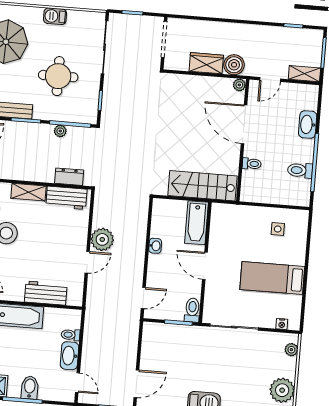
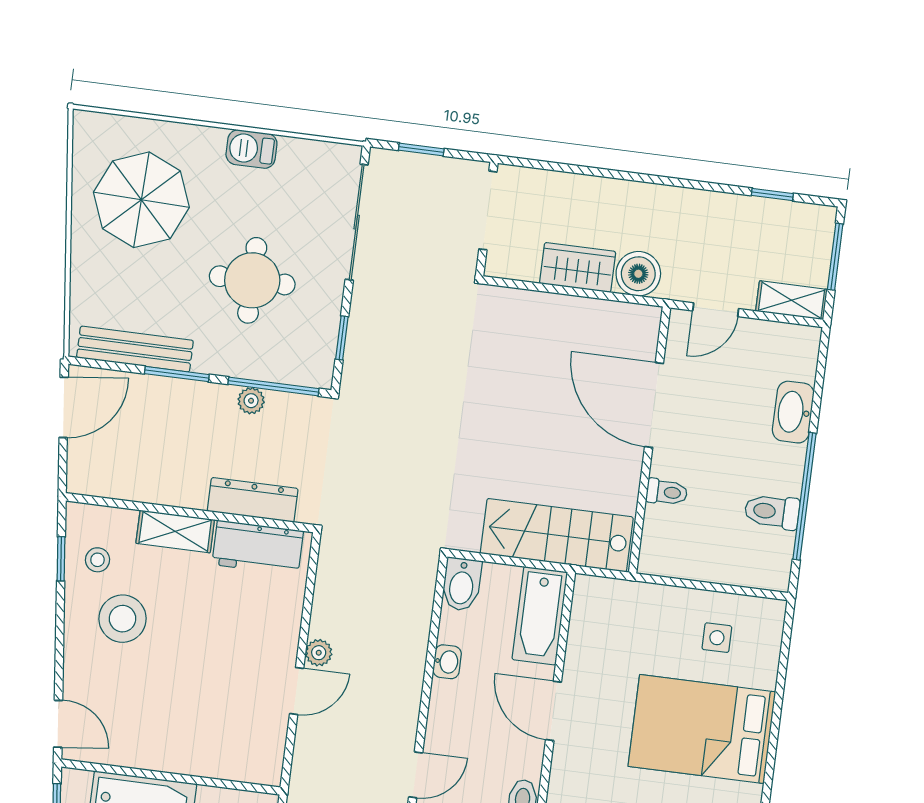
plant: (239, 85) -> (648, 318), removed
dresser: (69, 177) -> (253, 500), width x1.44
bidet: (160, 210) -> (462, 584), added
plant: (102, 239) -> (319, 653), width x0.53, depth x0.53
bed: (272, 278) -> (702, 729), width x1.50
workbench: (46, 293) -> (203, 754), removed

